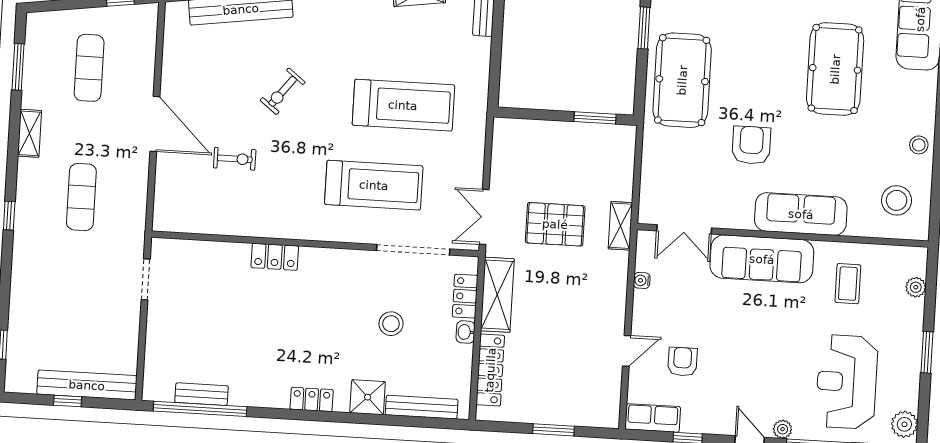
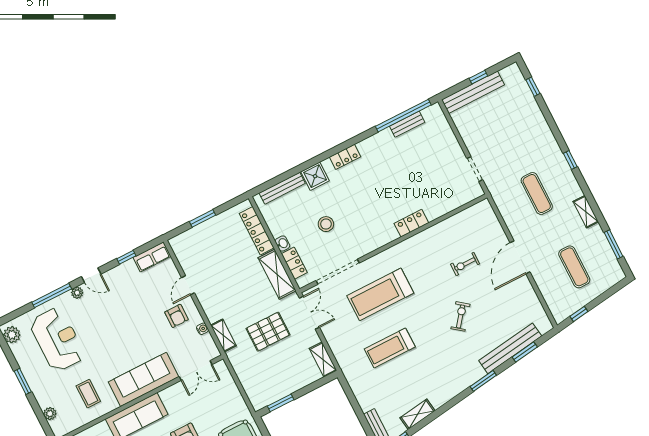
treadmill: (403, 105) -> (390, 348), width x0.73, depth x0.73
door: (155, 124) -> (520, 257), hinge flipped
shelving: (503, 143) -> (323, 359), added
shelving: (620, 226) -> (223, 336), moved
double door: (684, 229) -> (196, 370), swing flipped
armchair: (682, 362) -> (176, 316), moved

